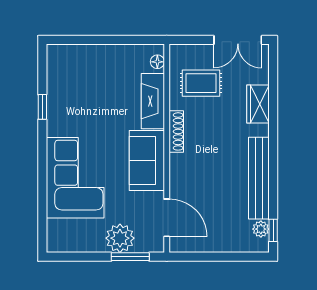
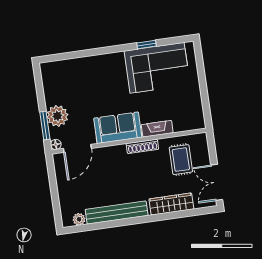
floor lamp: (157, 62) -> (56, 144), moved
fireplace: (153, 101) -> (157, 129), width x0.73, depth x0.76
wardrobe: (258, 104) -> (171, 204), width x1.50
corner sofa: (75, 178) -> (157, 68), moved
window: (273, 230) -> (79, 229), removed

